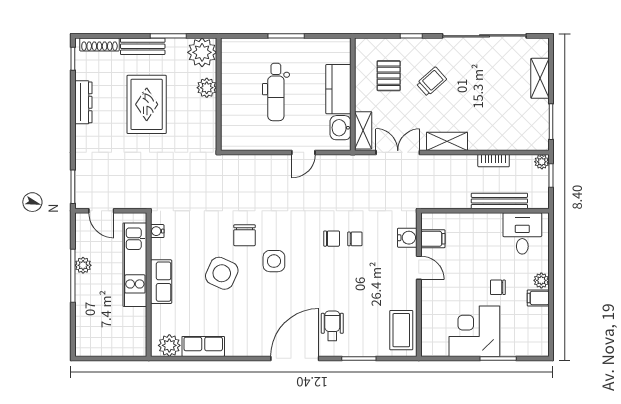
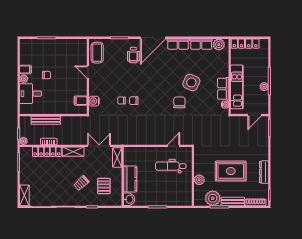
plant: (202, 52) -> (213, 198), moved
shelving: (540, 78) -> (24, 195), moved
dental chair: (276, 92) -> (171, 166), moved, turned -90
rug: (147, 104) -> (231, 171), turned 90
washbasin: (340, 128) -> (129, 199), moved
locker: (497, 141) -> (47, 152), added
door: (303, 152) -> (174, 146), moved
double door: (398, 152) -> (99, 146), swing flipped
door: (101, 211) -> (255, 115), swing flipped
desk: (522, 233) -> (31, 94), moved, turned 90
side table: (274, 261) -> (164, 89), removed
door: (419, 268) -> (88, 72), moved
row of seats: (161, 282) -> (223, 89), moved
corner desk: (474, 331) -> (59, 52), removed
row of seats: (247, 346) -> (178, 44), added
locker: (119, 347) -> (245, 44), added

